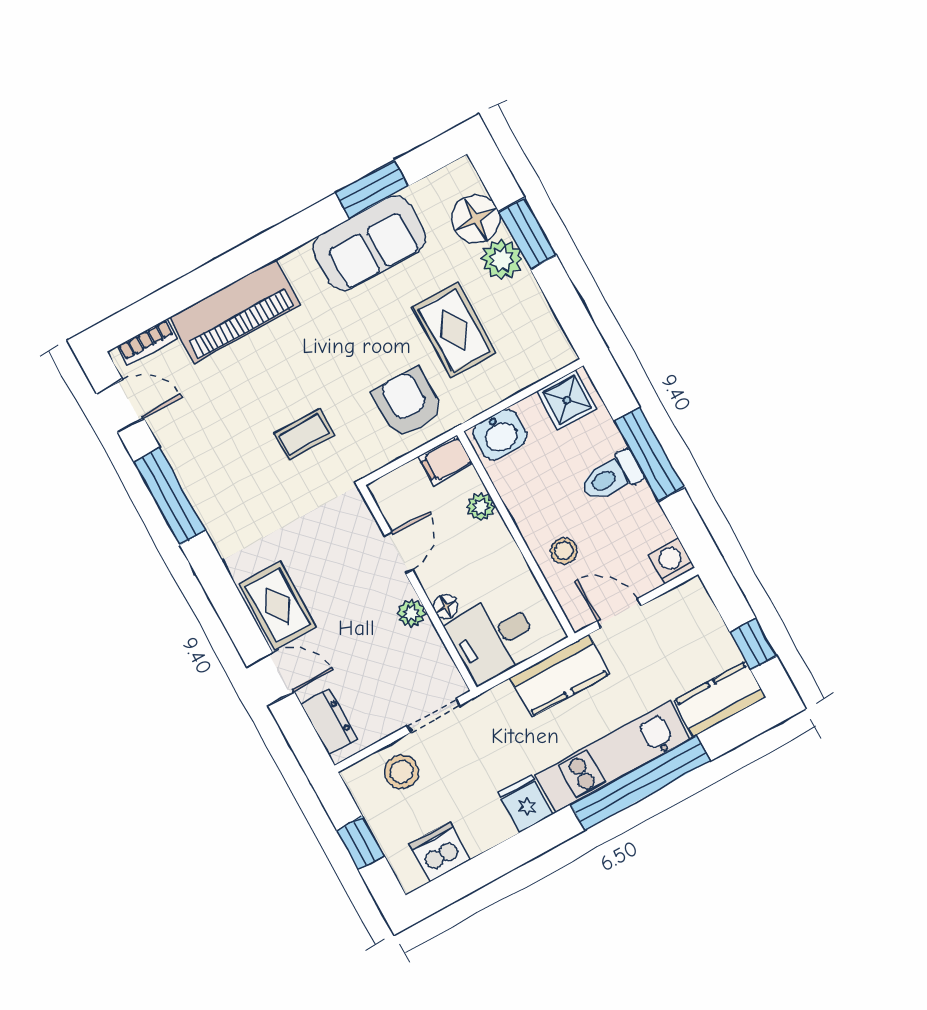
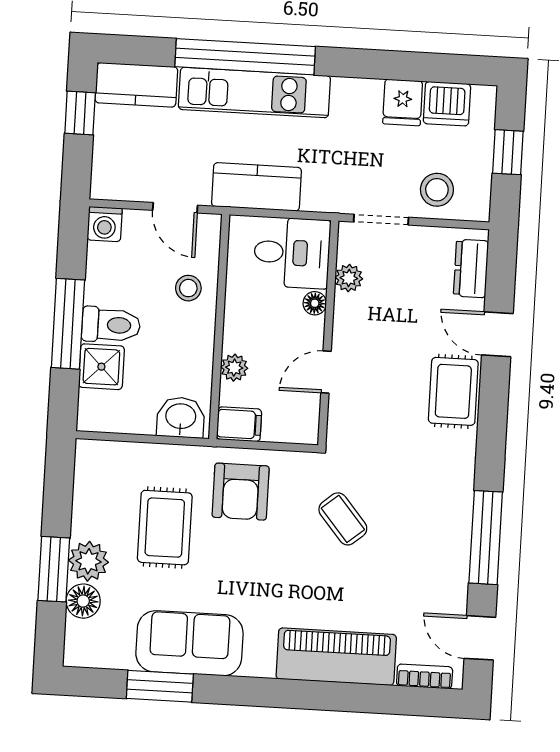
floor lamp: (476, 219) -> (83, 601), width x0.73, depth x0.73
shower: (567, 400) -> (101, 367), moved
coffee table: (304, 435) -> (343, 519), turned 50
plant: (411, 613) -> (349, 278), moved
fridge: (525, 803) -> (403, 102), moved

